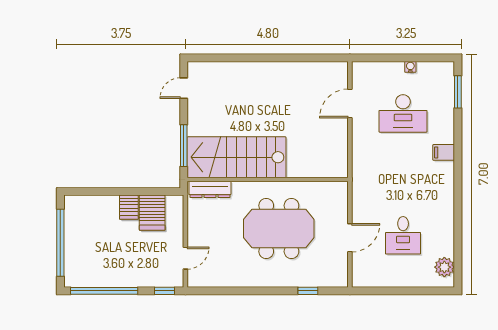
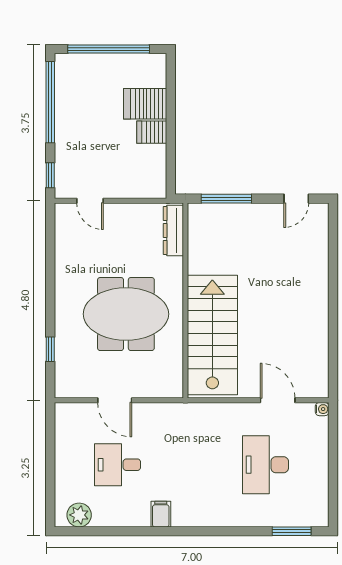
water cooler: (410, 67) -> (322, 409), moved
door: (184, 88) -> (296, 199), swing flipped
filing cabinet: (444, 152) -> (161, 514), moved
stairs: (236, 157) -> (212, 335), moved
server rack: (152, 213) -> (145, 104), moved
meeting table: (279, 228) -> (126, 314), turned 90

